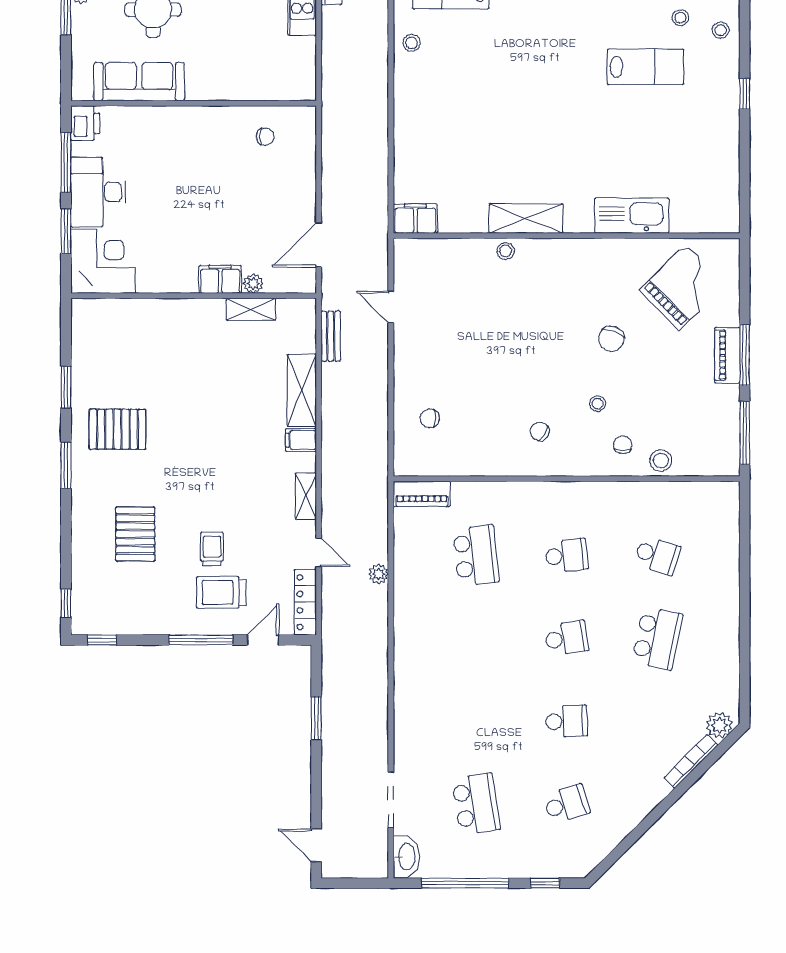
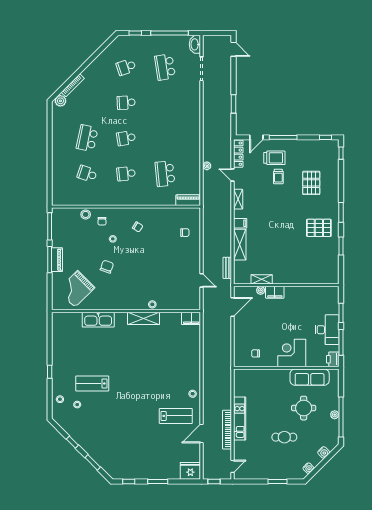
corner desk: (103, 261) -> (292, 353), moved, turned 90

